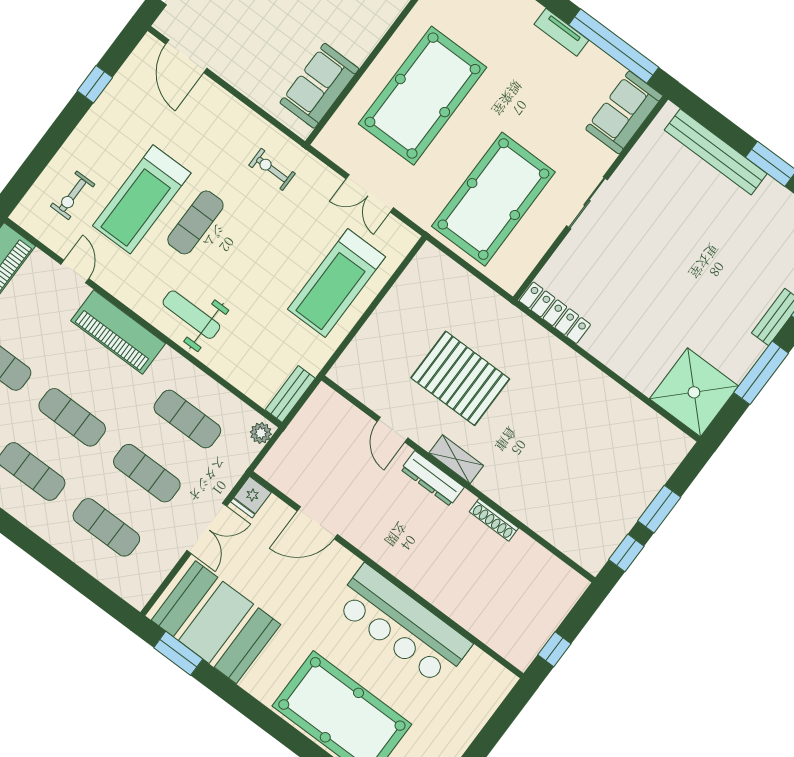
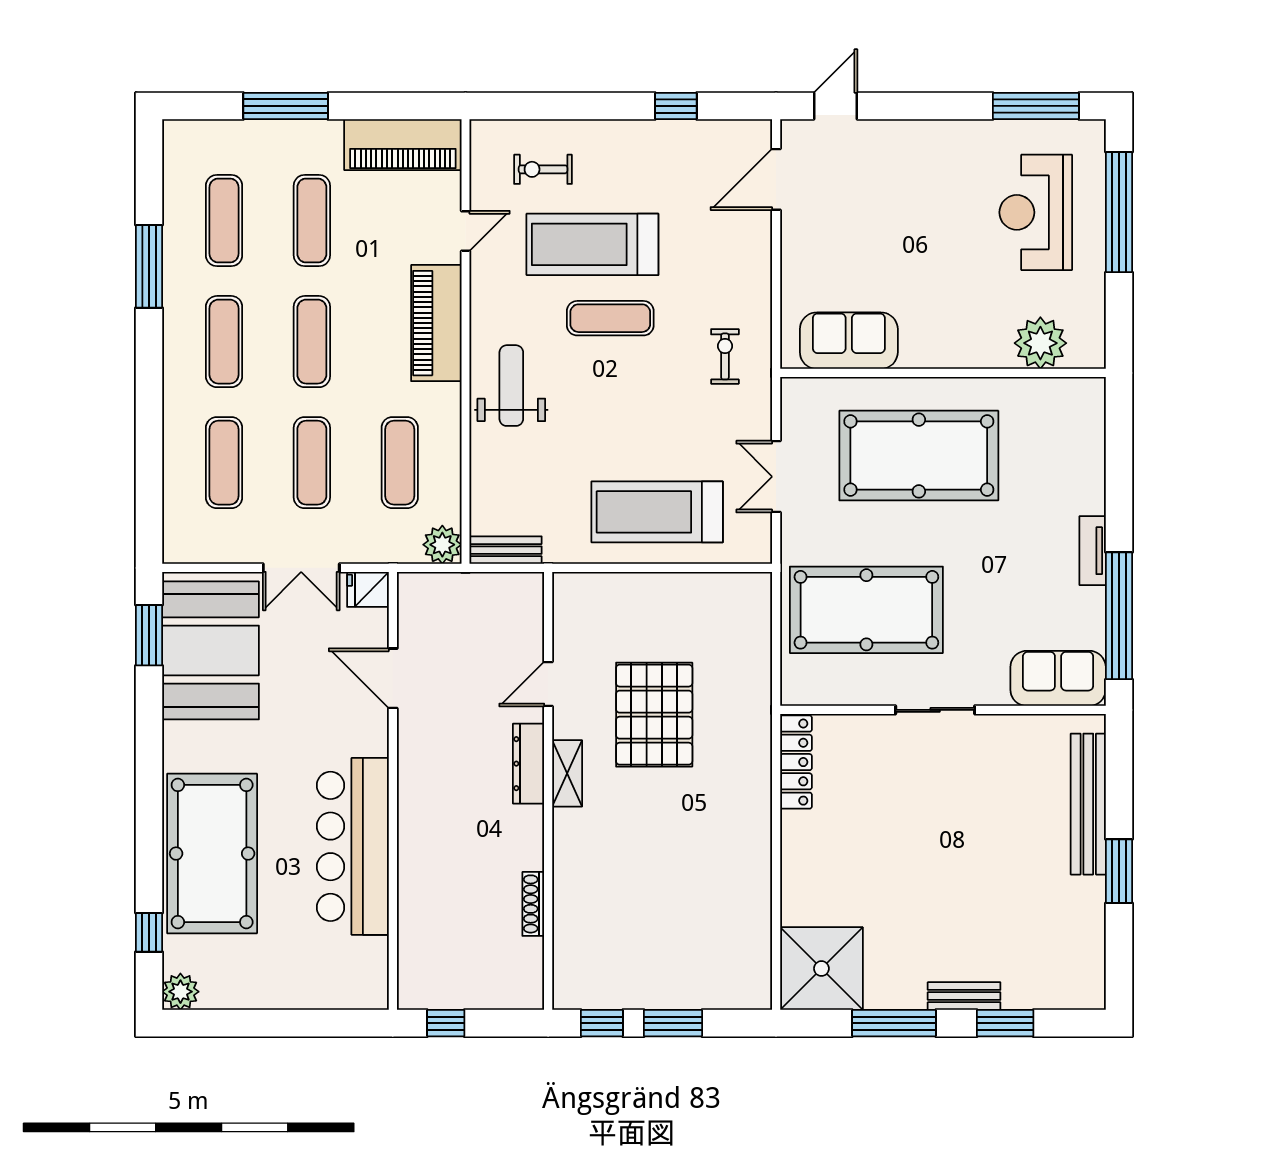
plant: (261, 433) -> (442, 545), width x1.38, depth x1.38
shoe rack: (494, 520) -> (533, 904), moved

